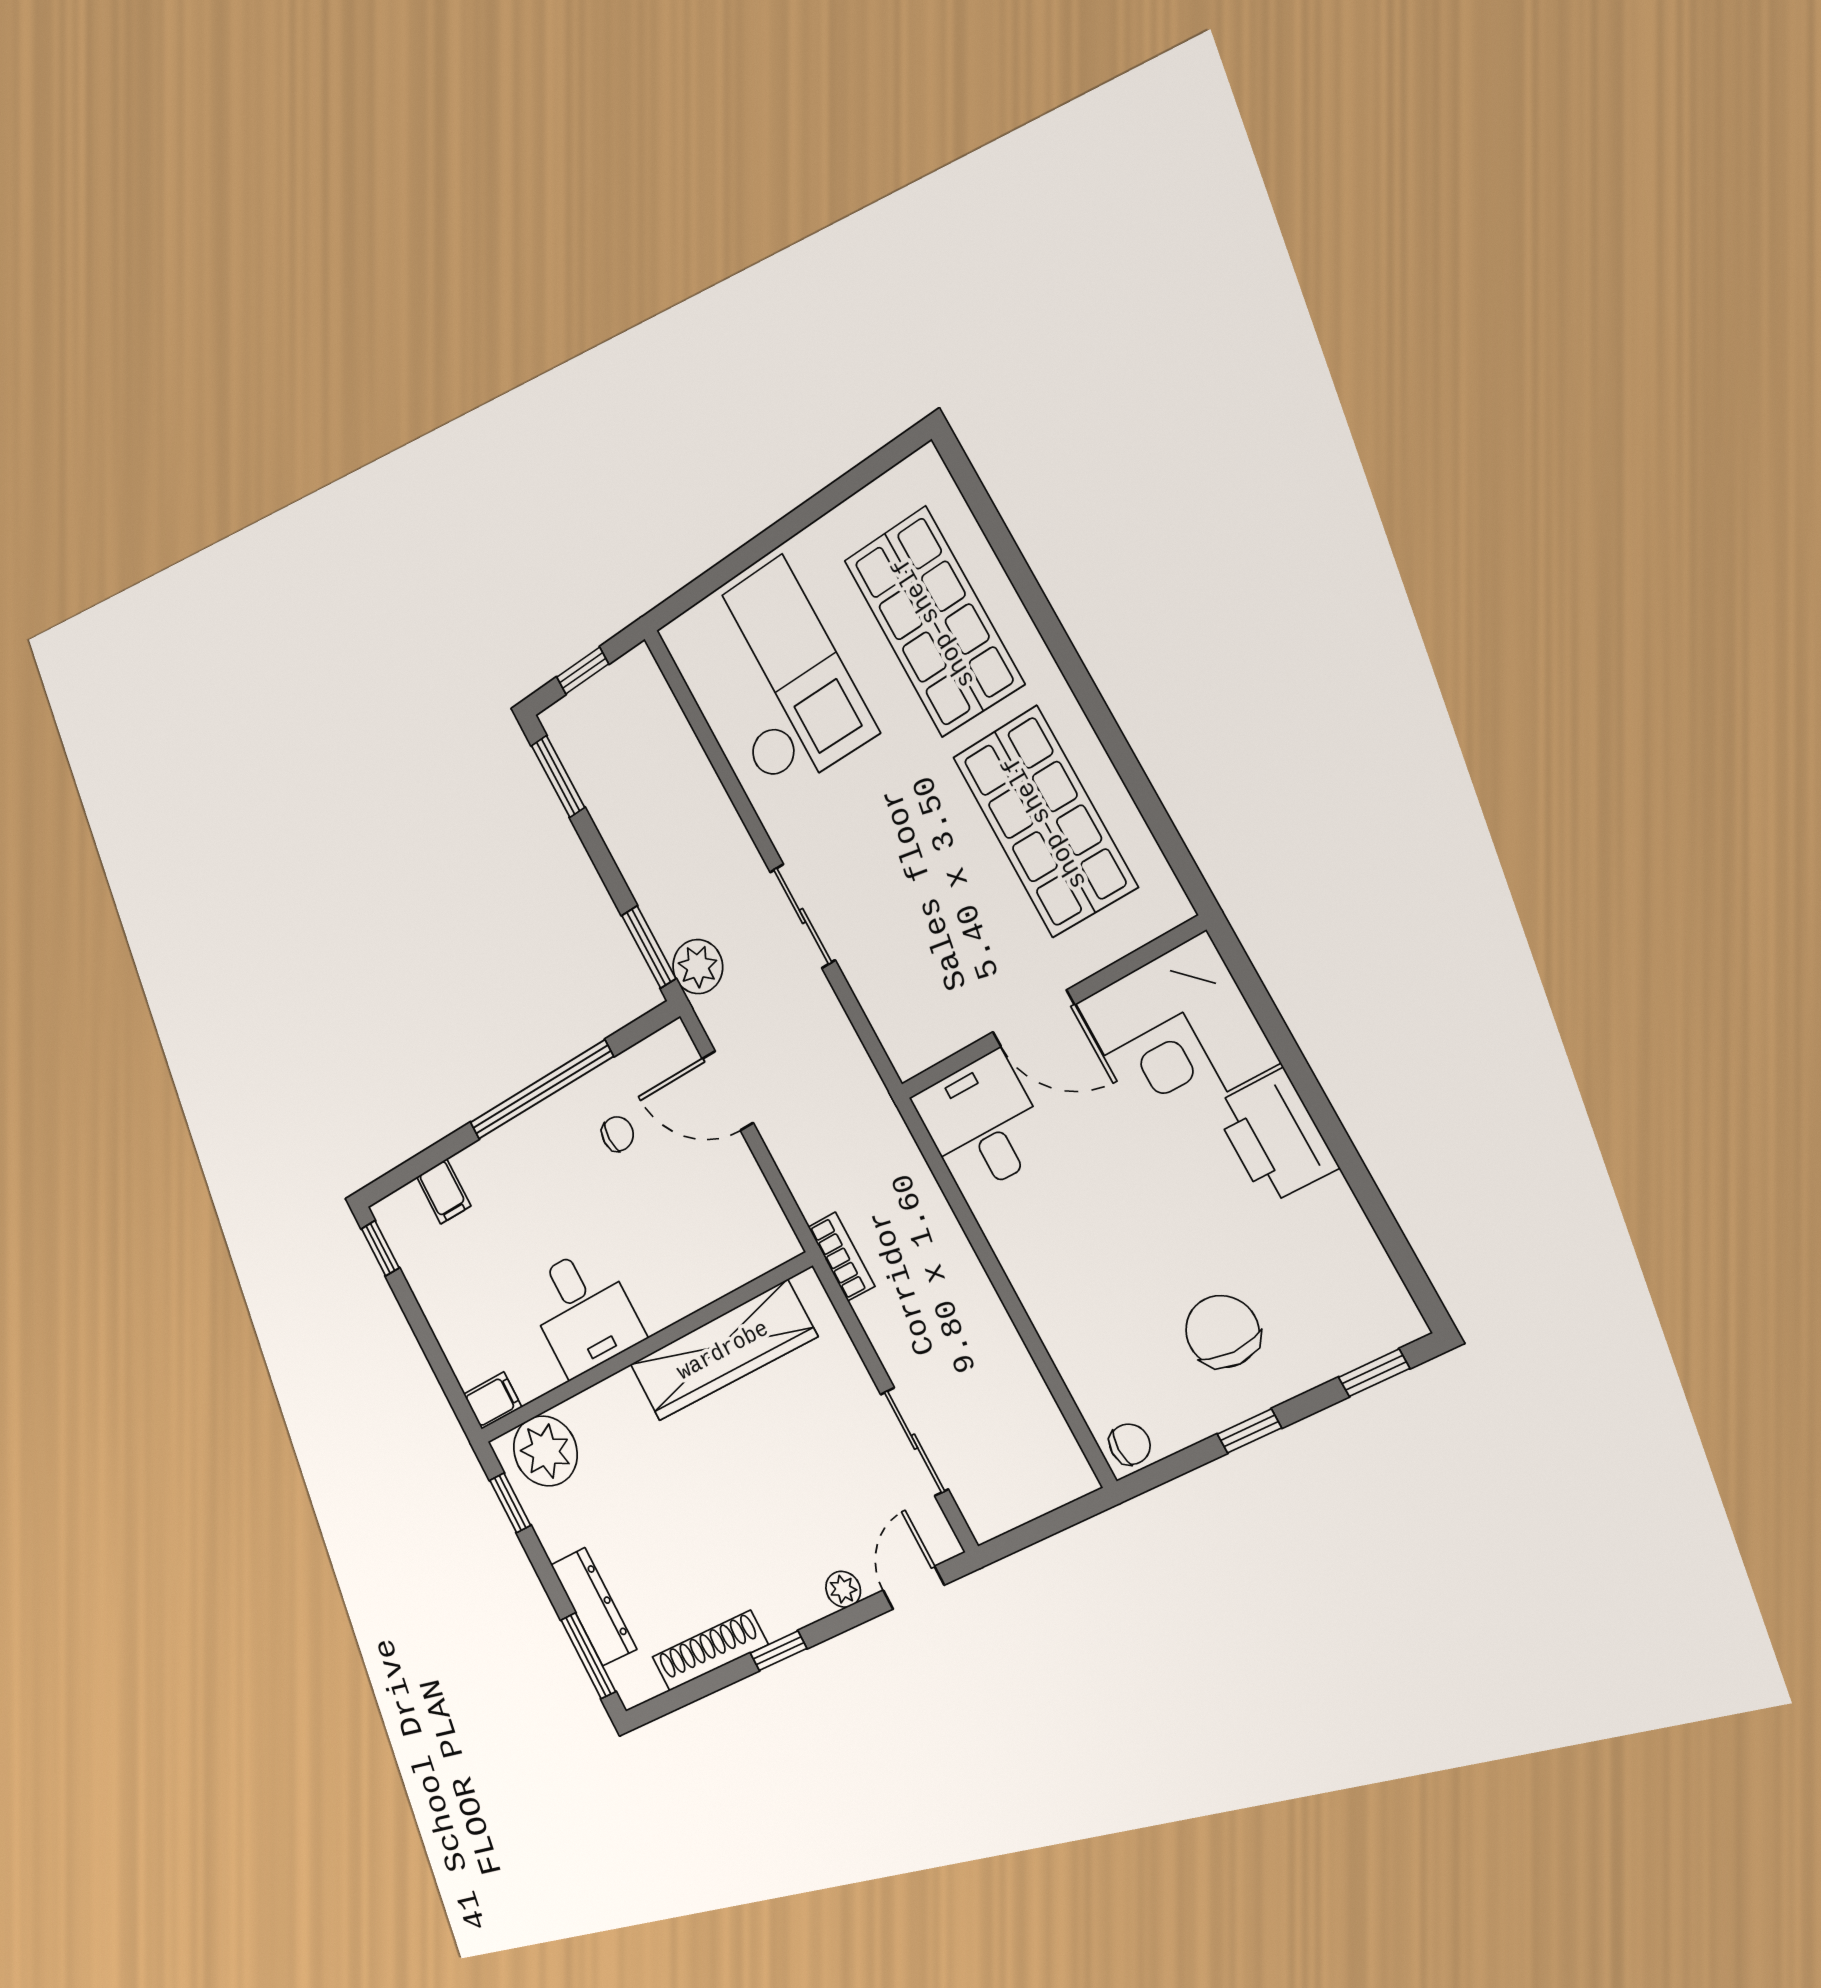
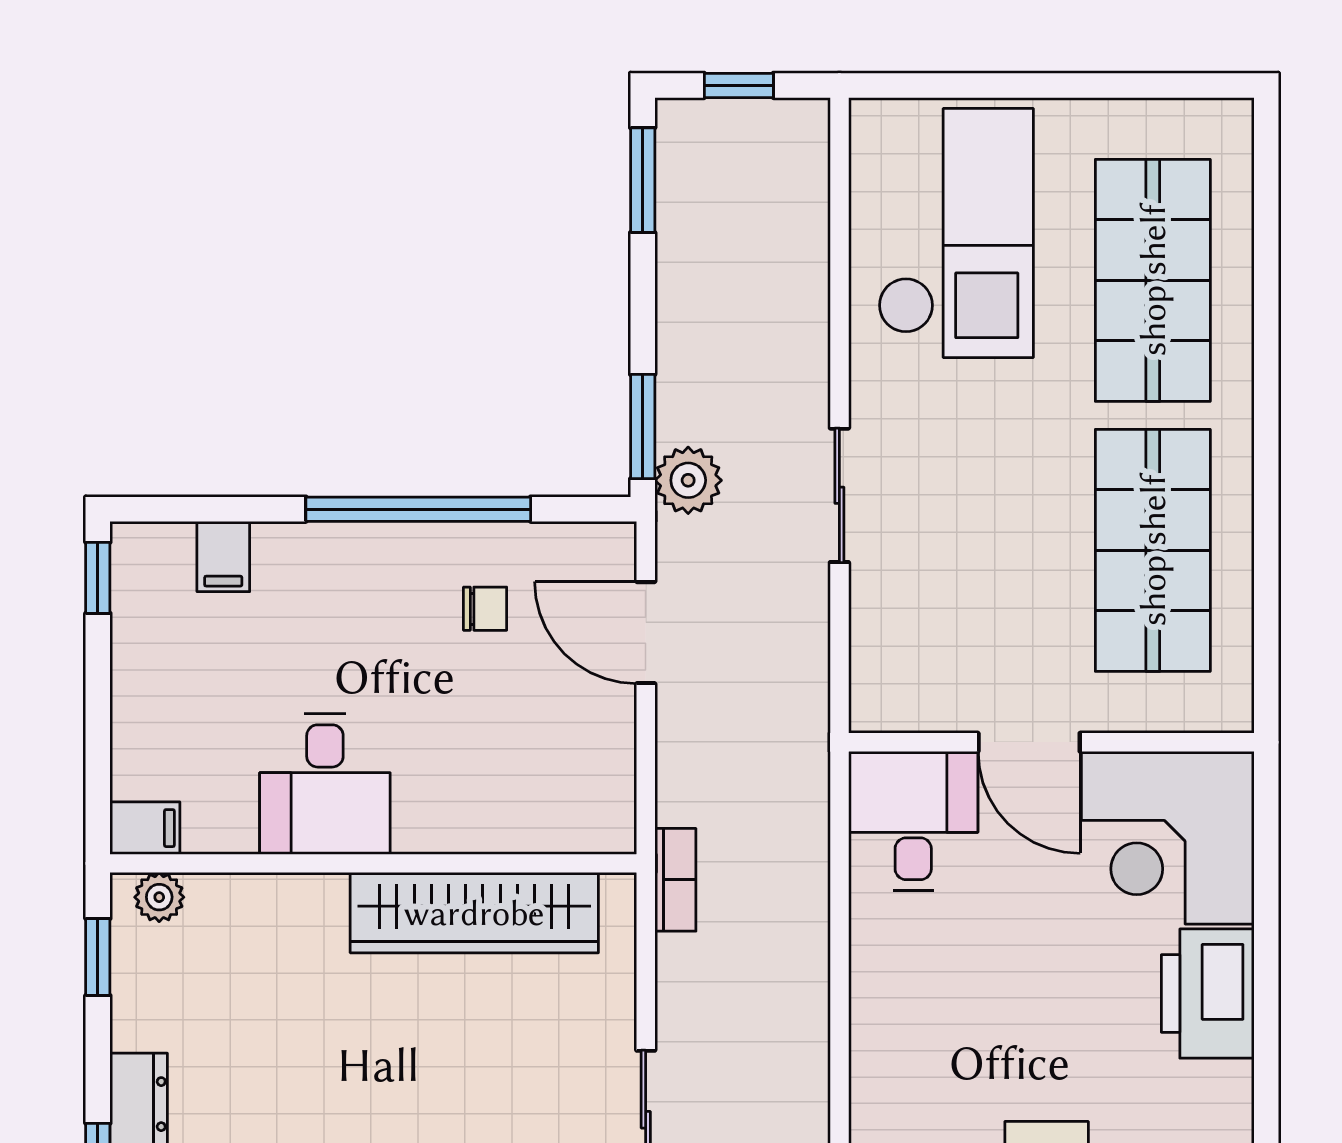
plant: (545, 1451) -> (159, 897), width x0.53, depth x0.53

